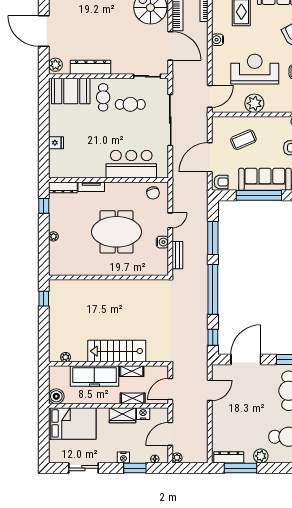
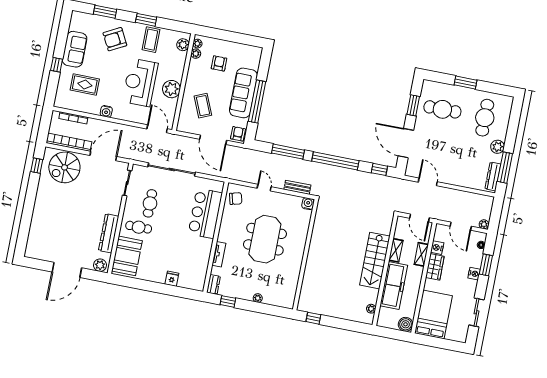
dresser: (63, 187) -> (214, 284), width x0.70
water cooler: (162, 242) -> (308, 204), moved

